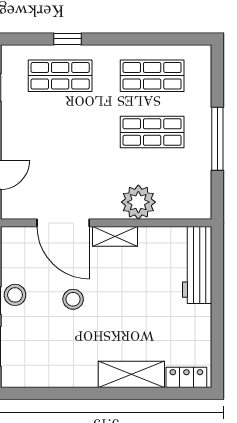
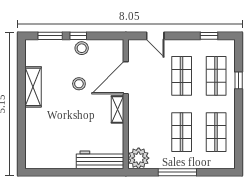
shop shelf: (60, 132) -> (182, 76), added
plant: (138, 202) -> (139, 158), moved
shelving: (131, 374) -> (33, 87), moved
locker: (186, 377) -> (31, 153), removed

